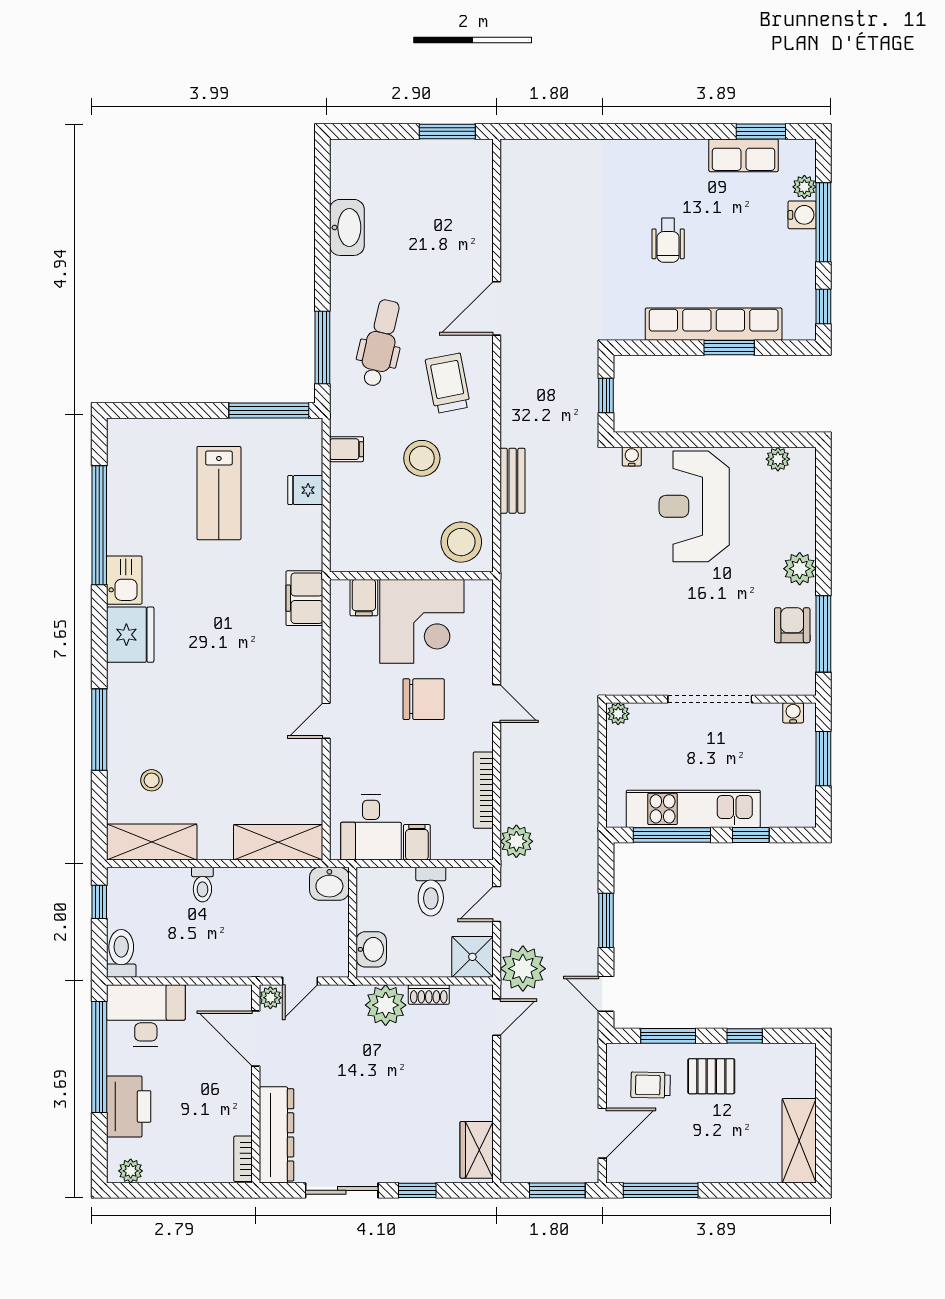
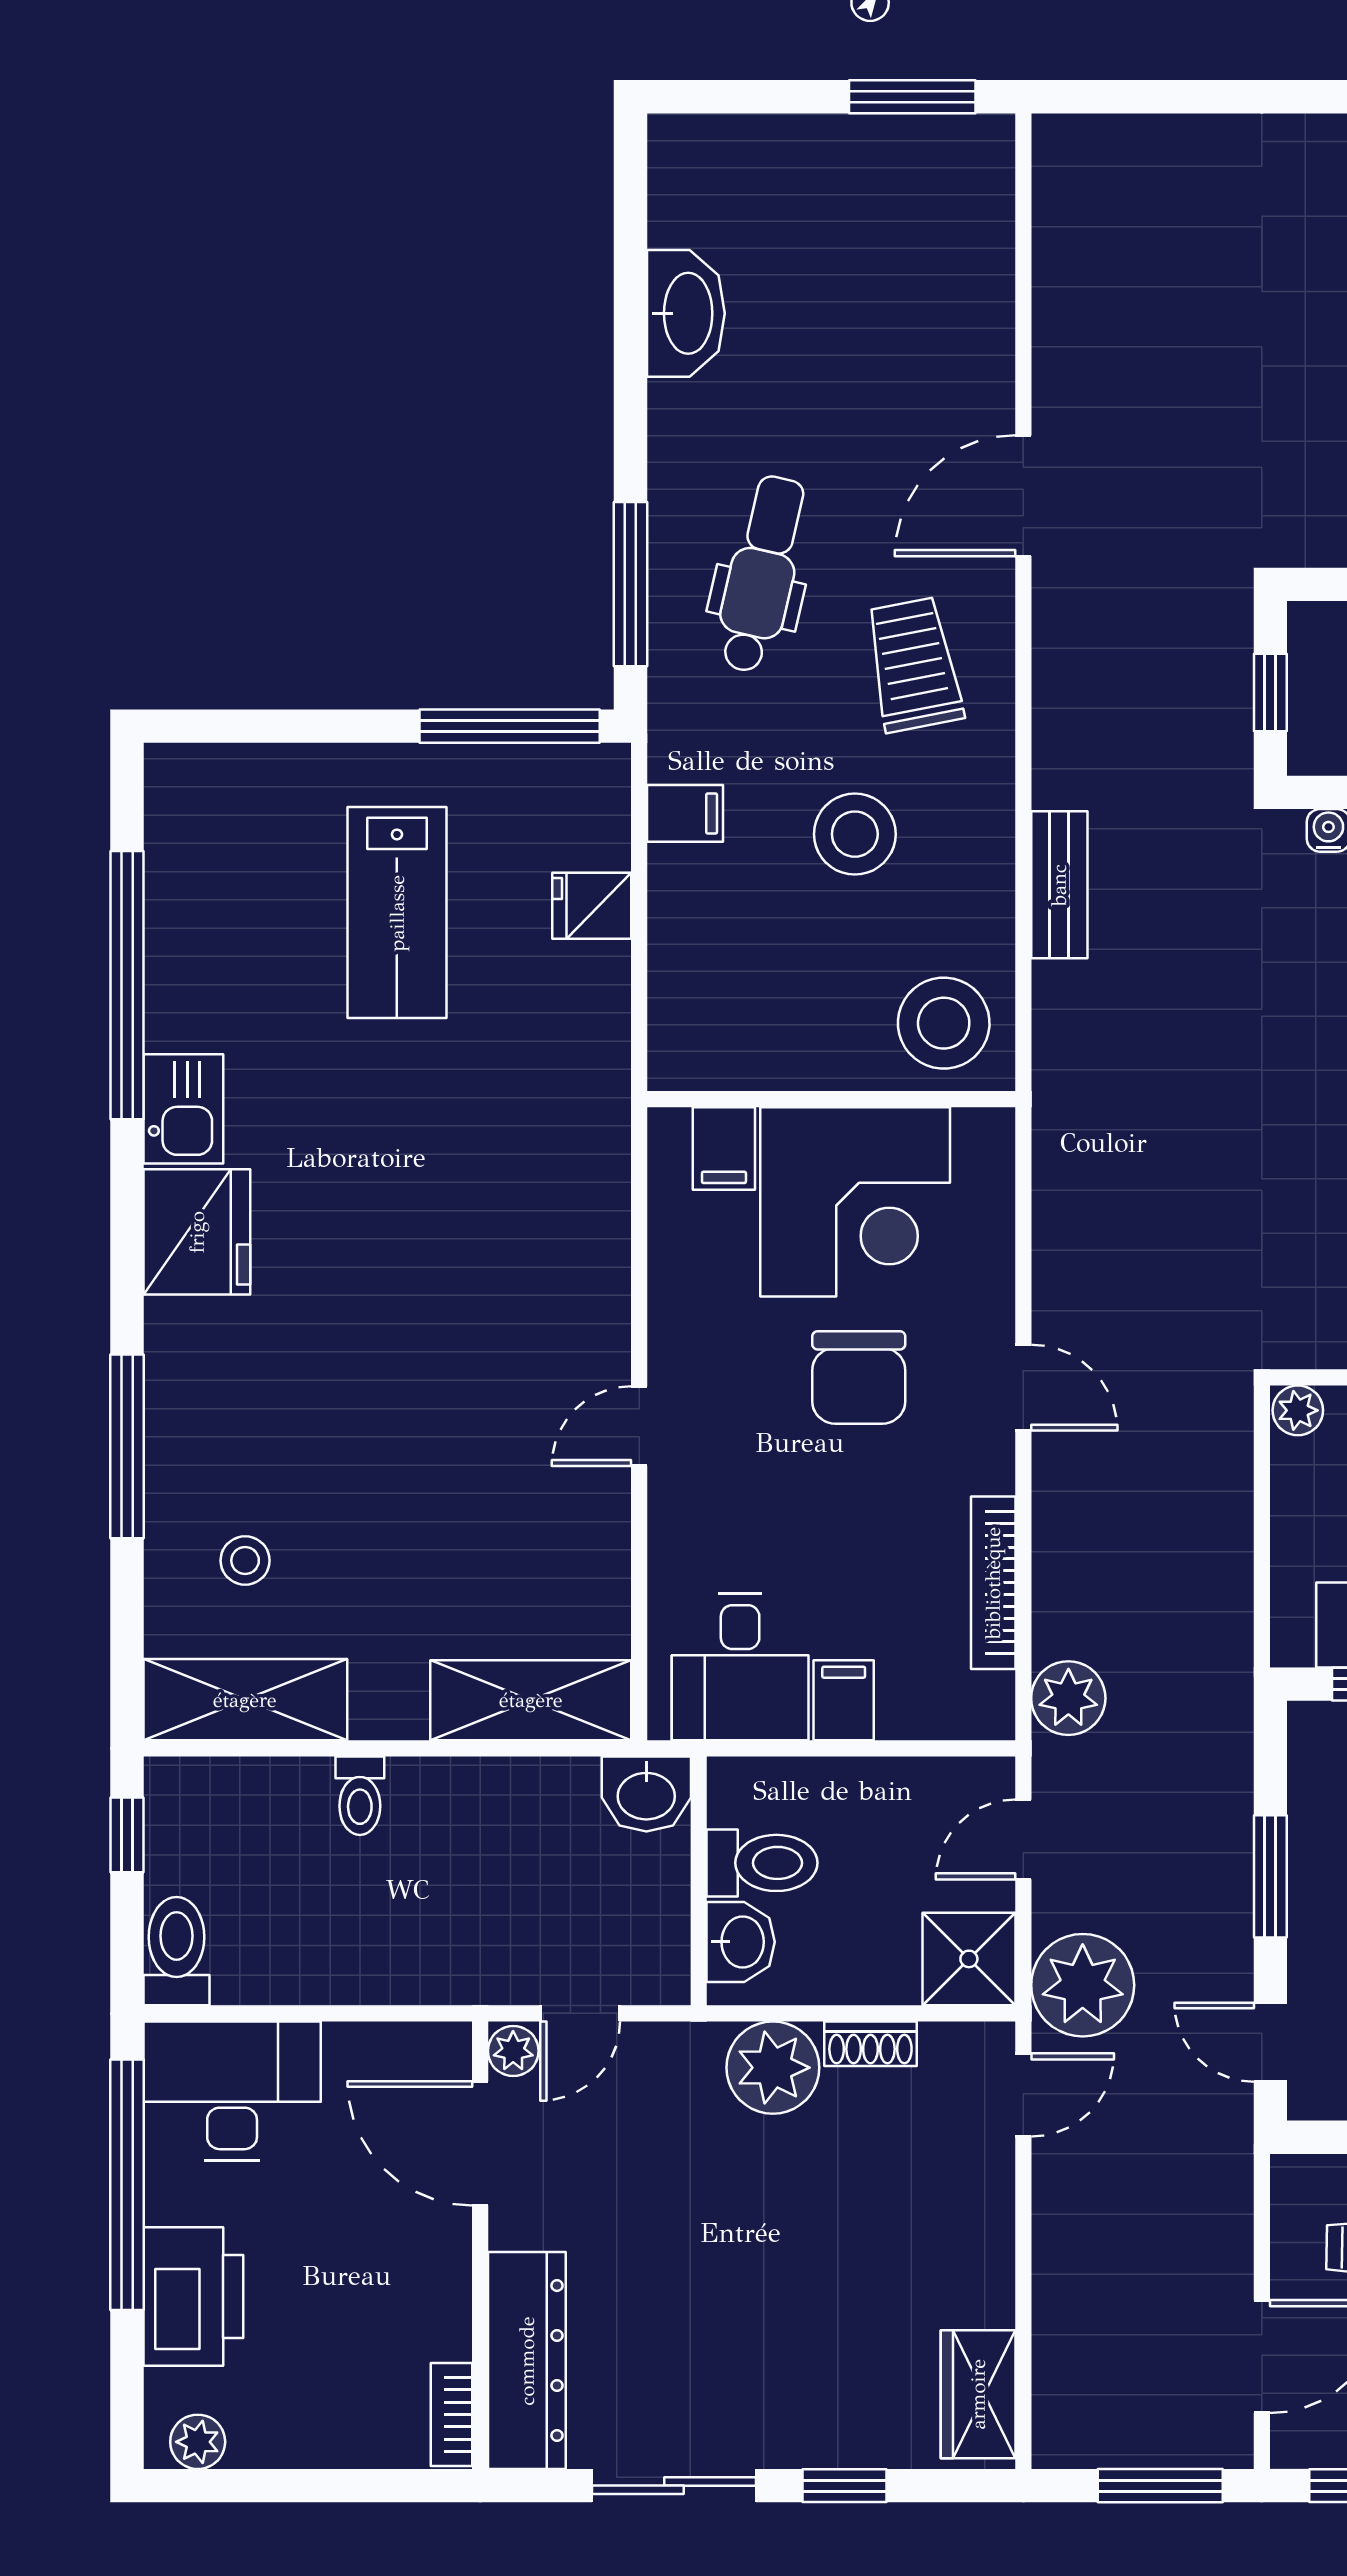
filing cabinet: (304, 598) -> (590, 1150), removed
chair: (424, 699) -> (859, 1377), turned 90
toilet: (431, 892) -> (762, 1863), moved, turned -90

